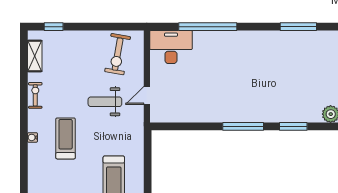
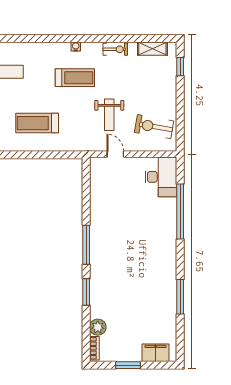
weight bench: (105, 102) -> (109, 115), turned 180

